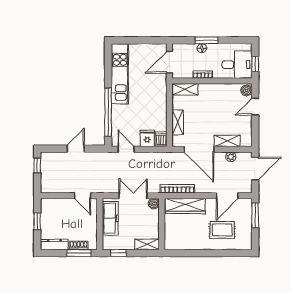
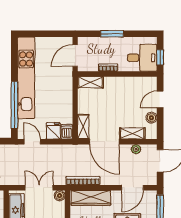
floor lamp: (202, 48) -> (107, 42), removed
kitchen unit: (120, 74) -> (26, 78), width x1.36
boiler: (246, 90) -> (151, 118), moved
shelving: (178, 122) -> (83, 127), moved

